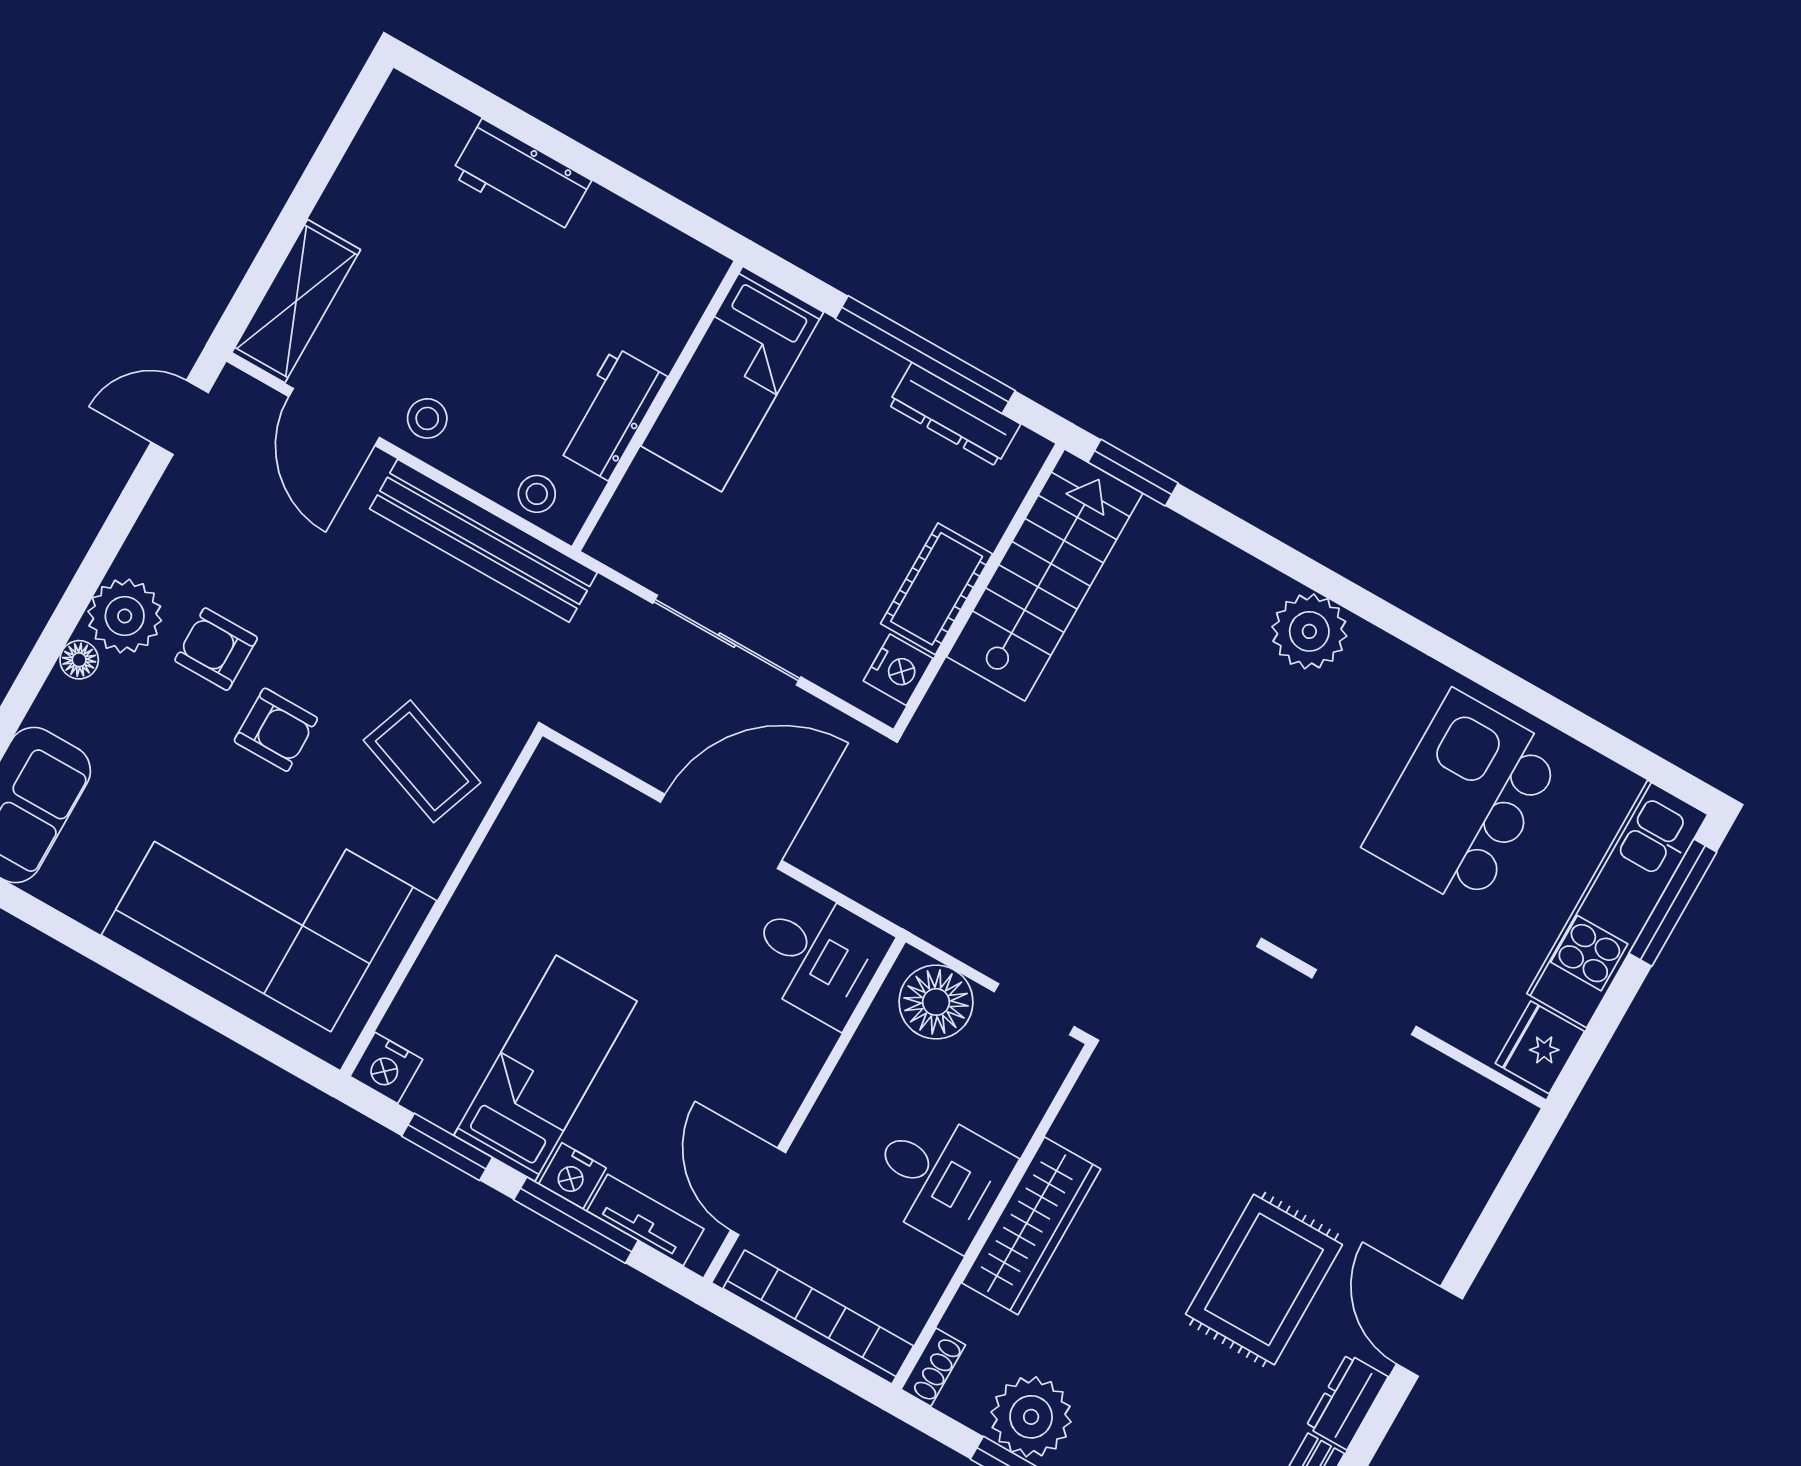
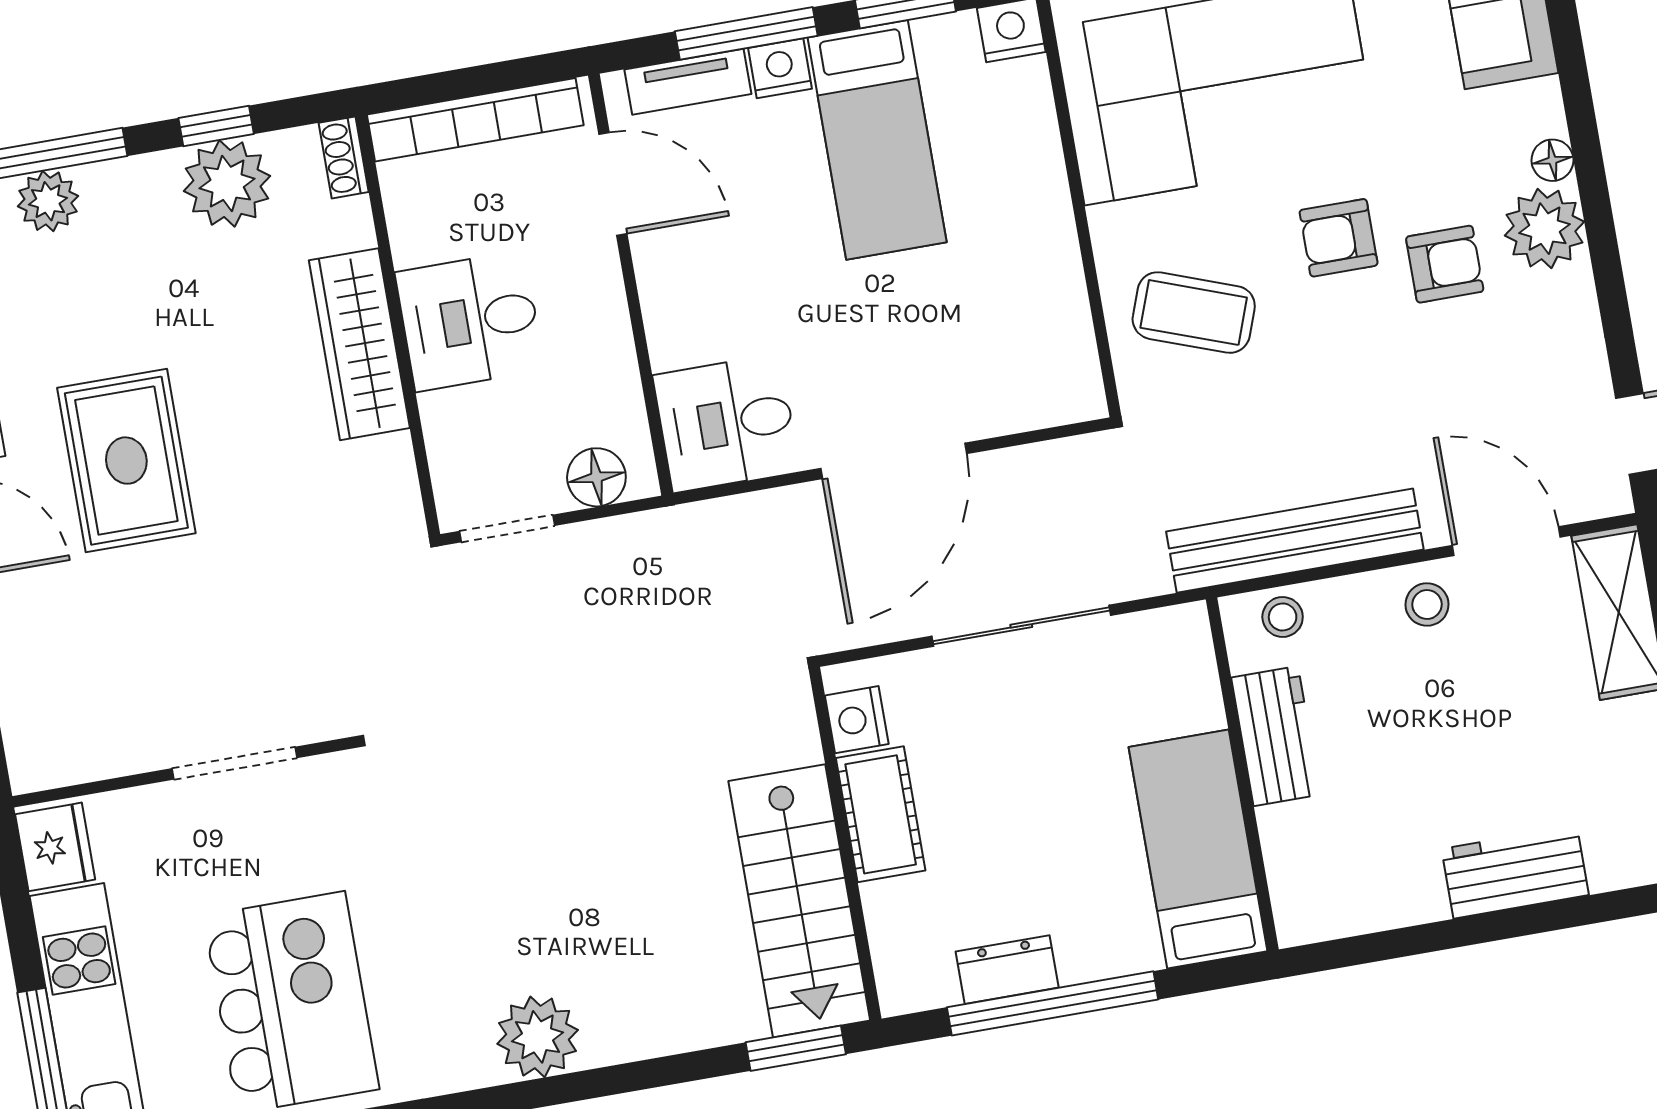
dresser: (954, 414) -> (1007, 970), width x0.70
floor lamp: (936, 1002) -> (596, 477), width x0.73, depth x0.73

